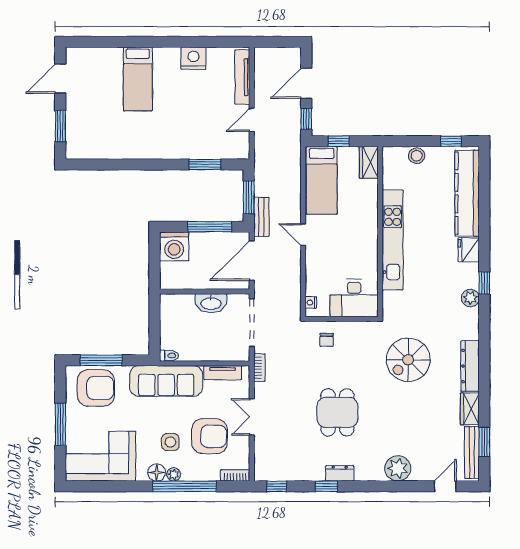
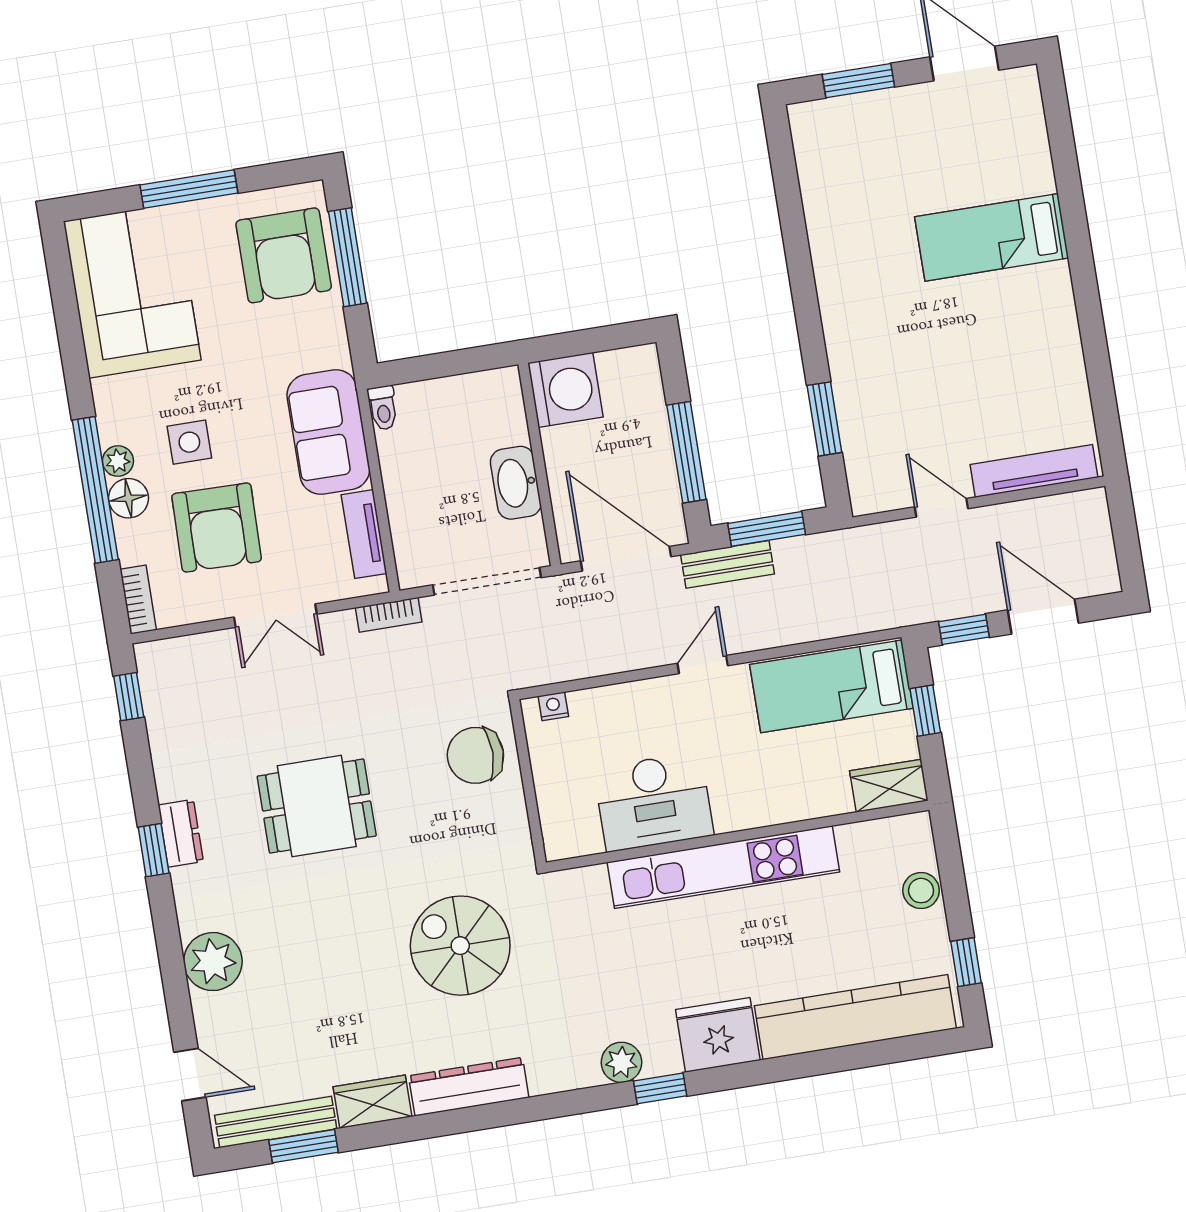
nightstand: (193, 58) -> (1059, 354), removed
washing machine: (174, 246) -> (565, 390), moved, turned 180
fridge: (469, 250) -> (718, 1035), width x1.36, depth x1.34
desk: (354, 298) -> (654, 802), moved, turned -90
chair: (327, 340) -> (475, 755), width x1.87, depth x1.87
sofa: (166, 381) -> (328, 432), width x0.73
double door: (252, 417) -> (275, 616), swing flipped
floor lamp: (157, 472) -> (128, 498), moved
window: (326, 486) -> (154, 850), moved

